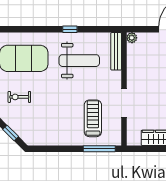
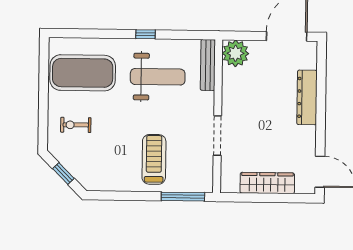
plant: (132, 38) -> (235, 53), width x1.88, depth x1.88
treadmill: (93, 118) -> (154, 159), moved

